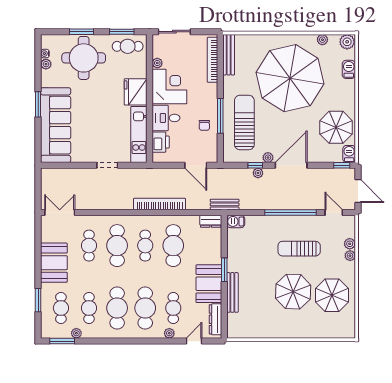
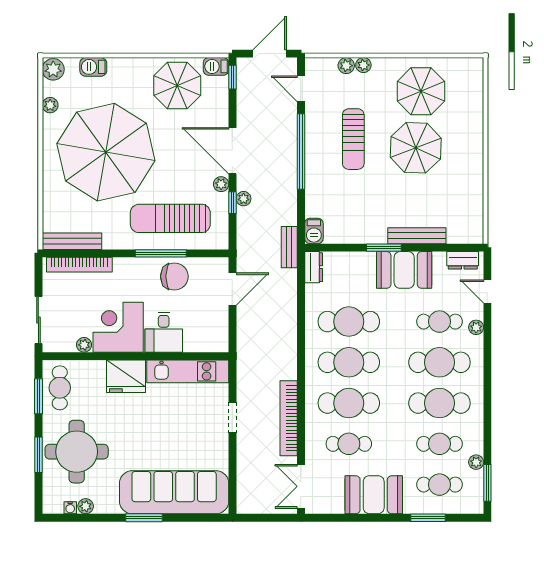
chair: (204, 125) -> (174, 276), width x1.87, depth x1.87
printer: (161, 142) -> (199, 340), removed
bookcase: (160, 204) -> (289, 418), moved
door: (334, 213) -> (301, 89), hinge flipped
cafe table: (145, 246) -> (349, 362), width x1.37, depth x1.35
dresser: (215, 319) -> (463, 260), width x0.70

